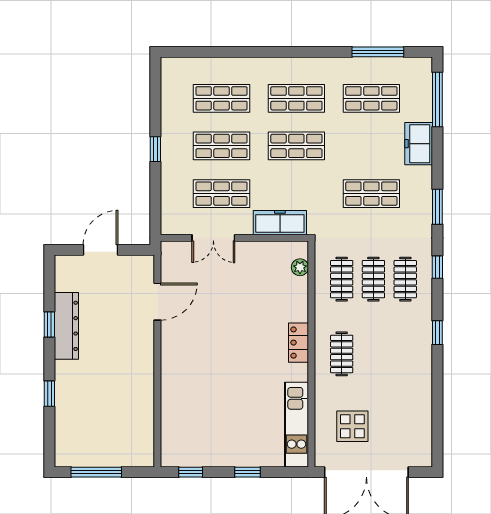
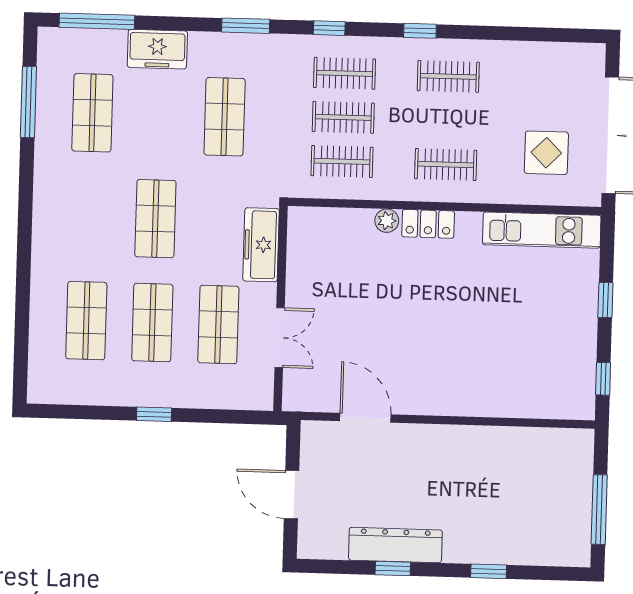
shop shelf: (296, 98) -> (89, 217), removed
plant: (300, 267) -> (387, 221), moved
clothes rail: (405, 354) -> (448, 76), added

